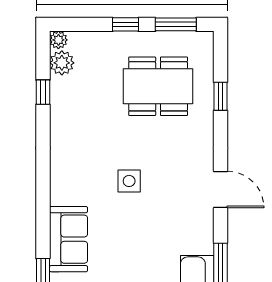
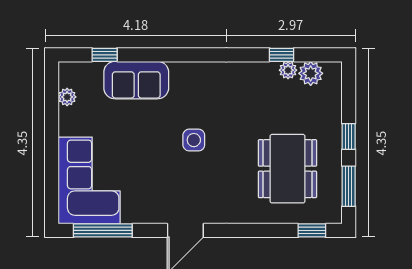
plant: (58, 40) -> (288, 70), moved
window: (220, 96) -> (312, 230), moved

